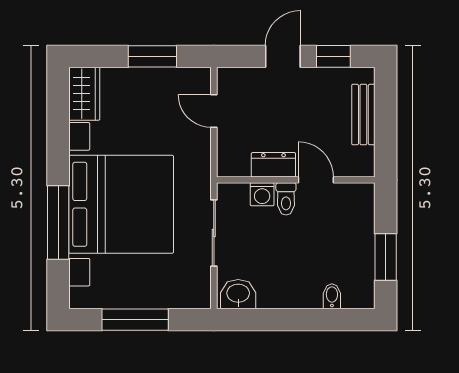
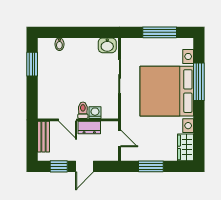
dresser: (273, 165) -> (89, 128), moved
wall: (296, 180) -> (78, 120), moved
door: (316, 180) -> (68, 120), moved
washing machine: (262, 194) -> (95, 113), moved
toilet: (286, 199) -> (83, 110), moved

